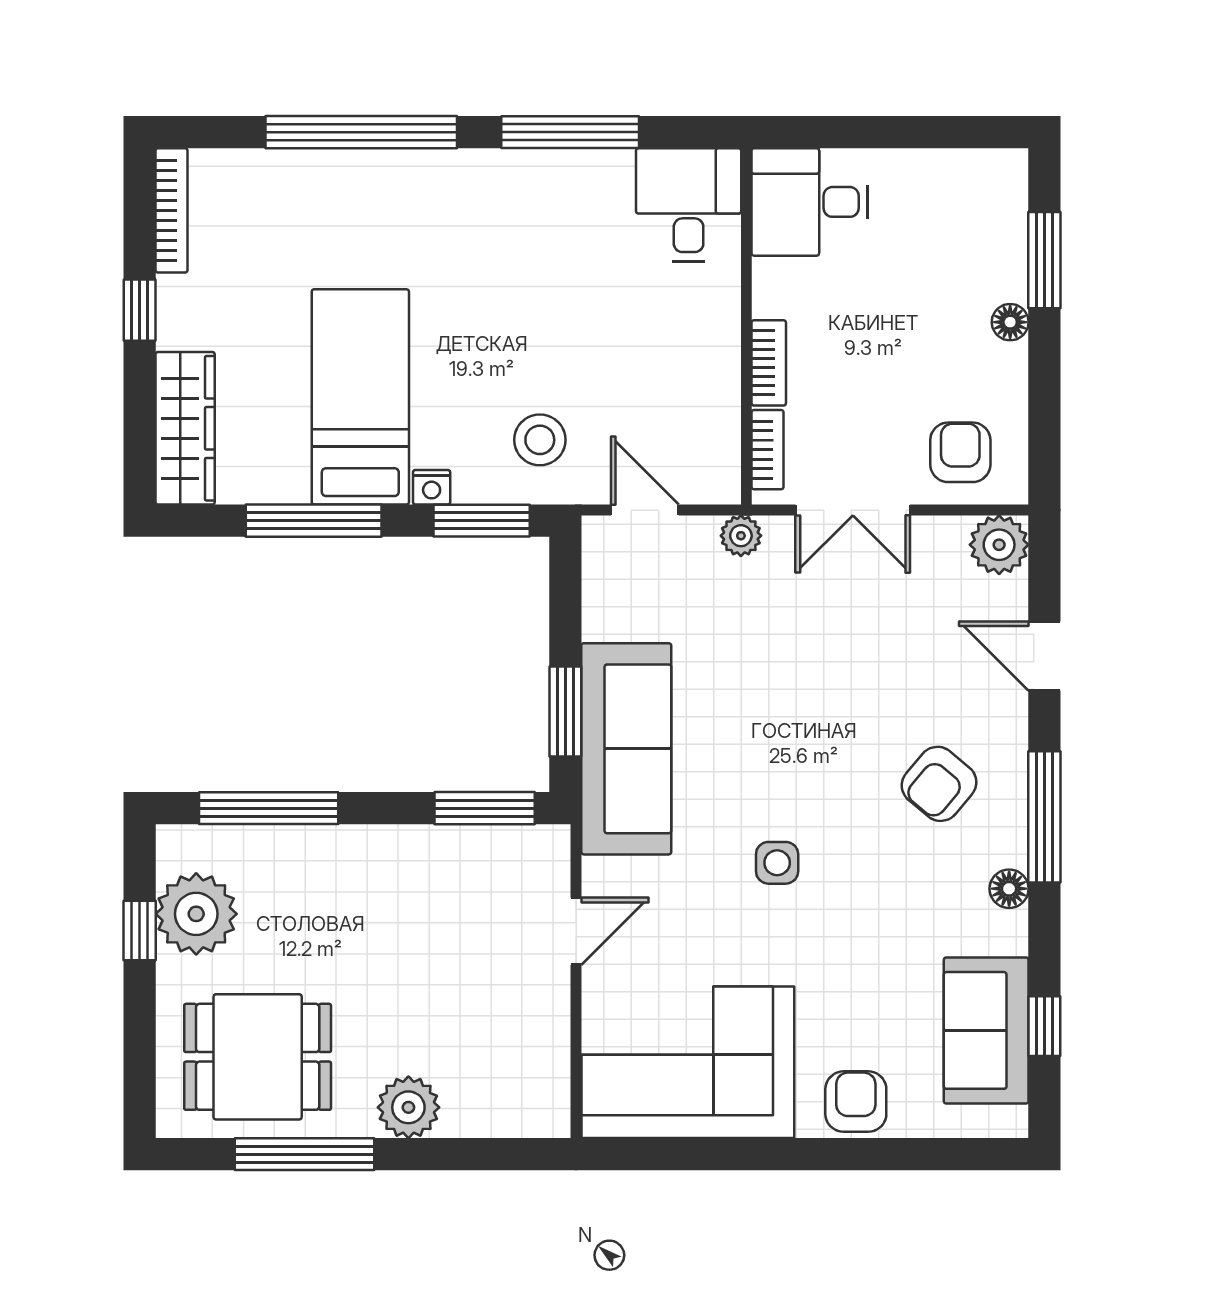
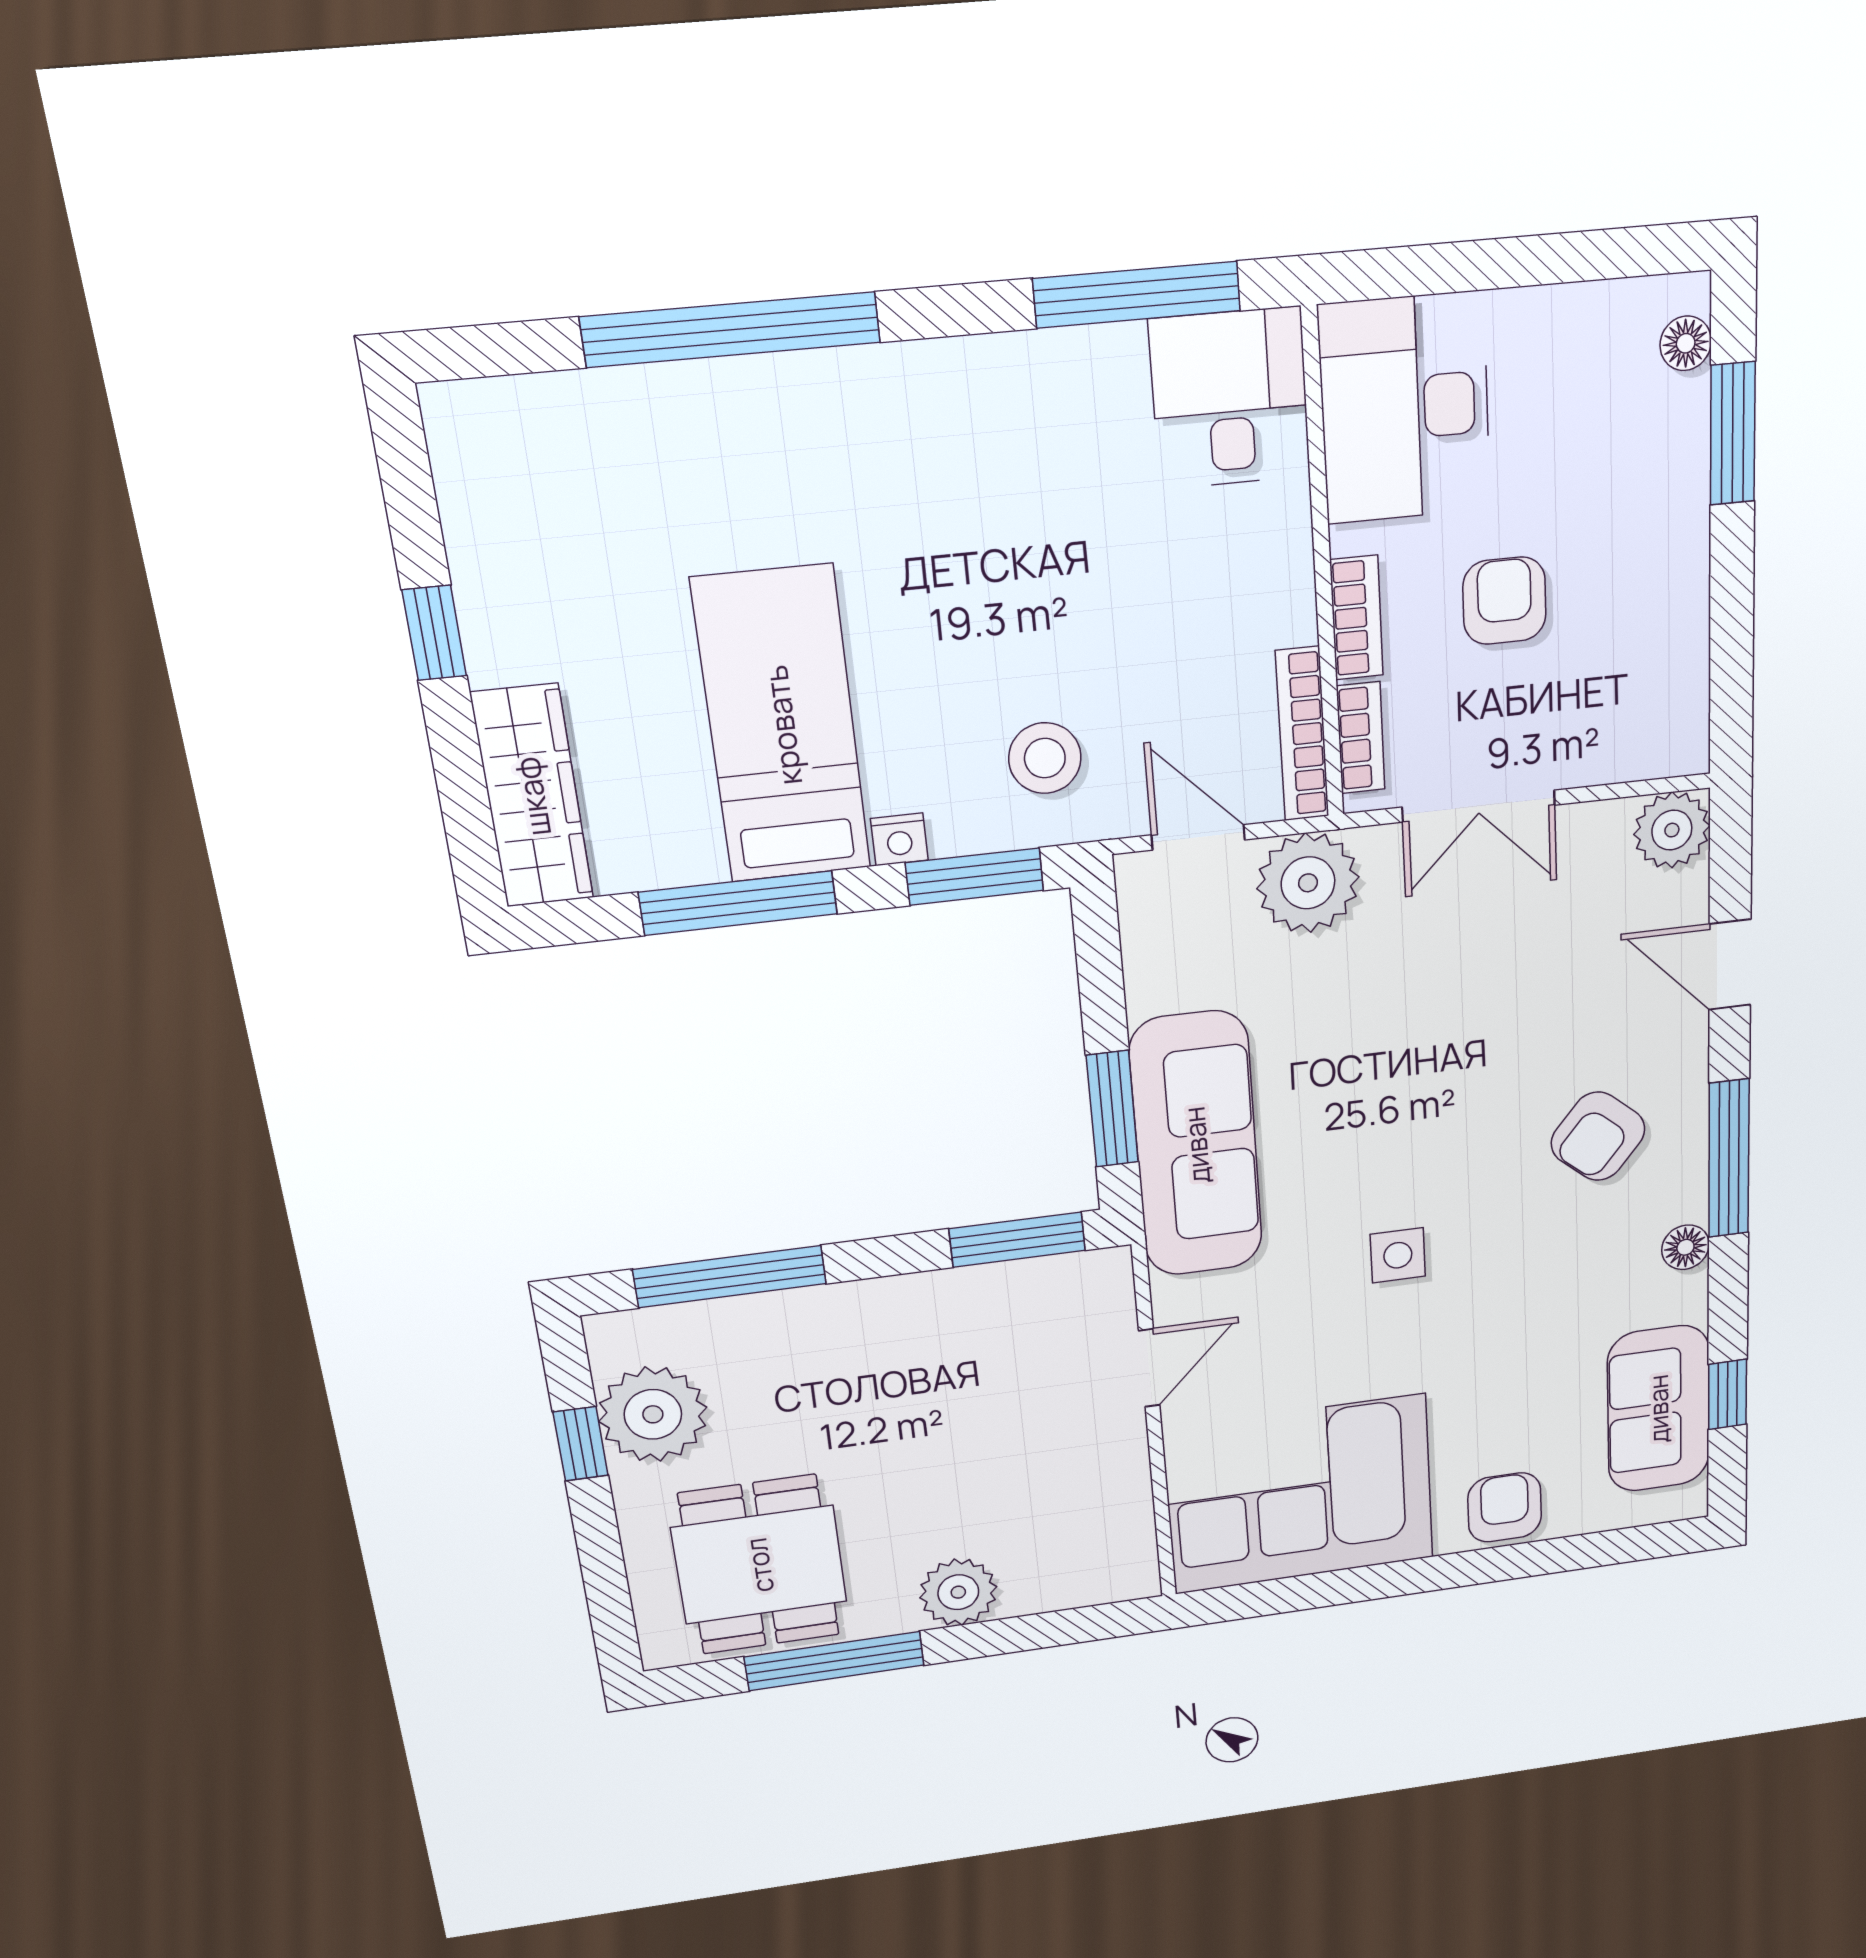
window: (570, 132) -> (1137, 295), moved
desk: (810, 202) -> (1405, 408), width x1.37
bookcase: (171, 210) -> (1302, 734), moved, turned 180
floor lamp: (1010, 322) -> (1686, 343), moved
armchair: (960, 452) -> (1504, 601), moved
plant: (741, 536) -> (1308, 883), width x1.88, depth x1.88
dining table: (258, 1057) -> (759, 1565), turned 90

